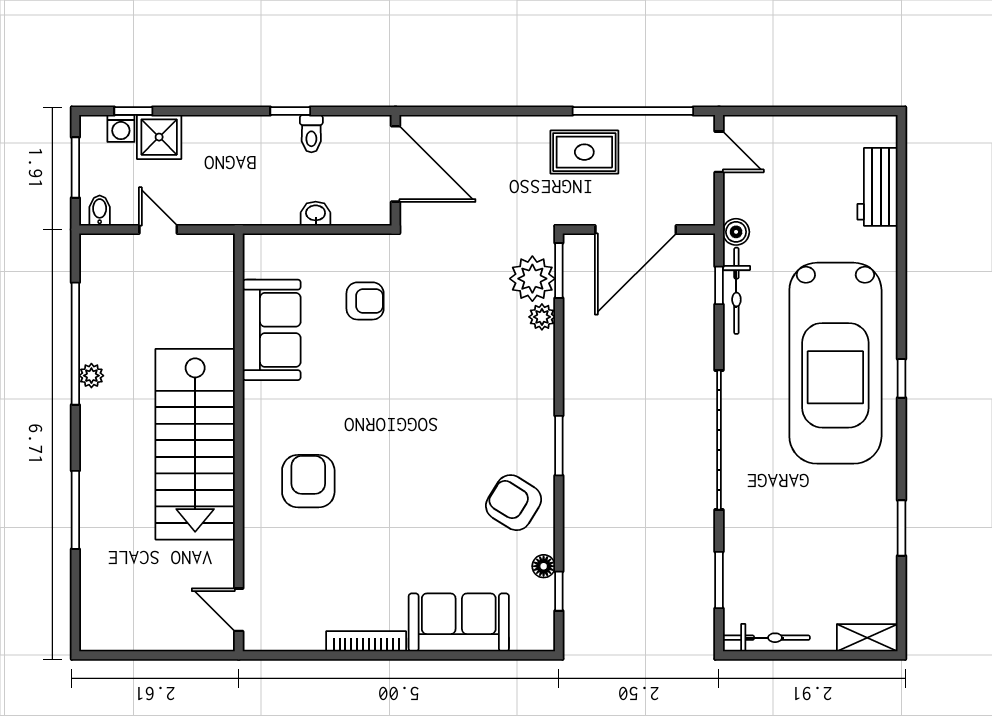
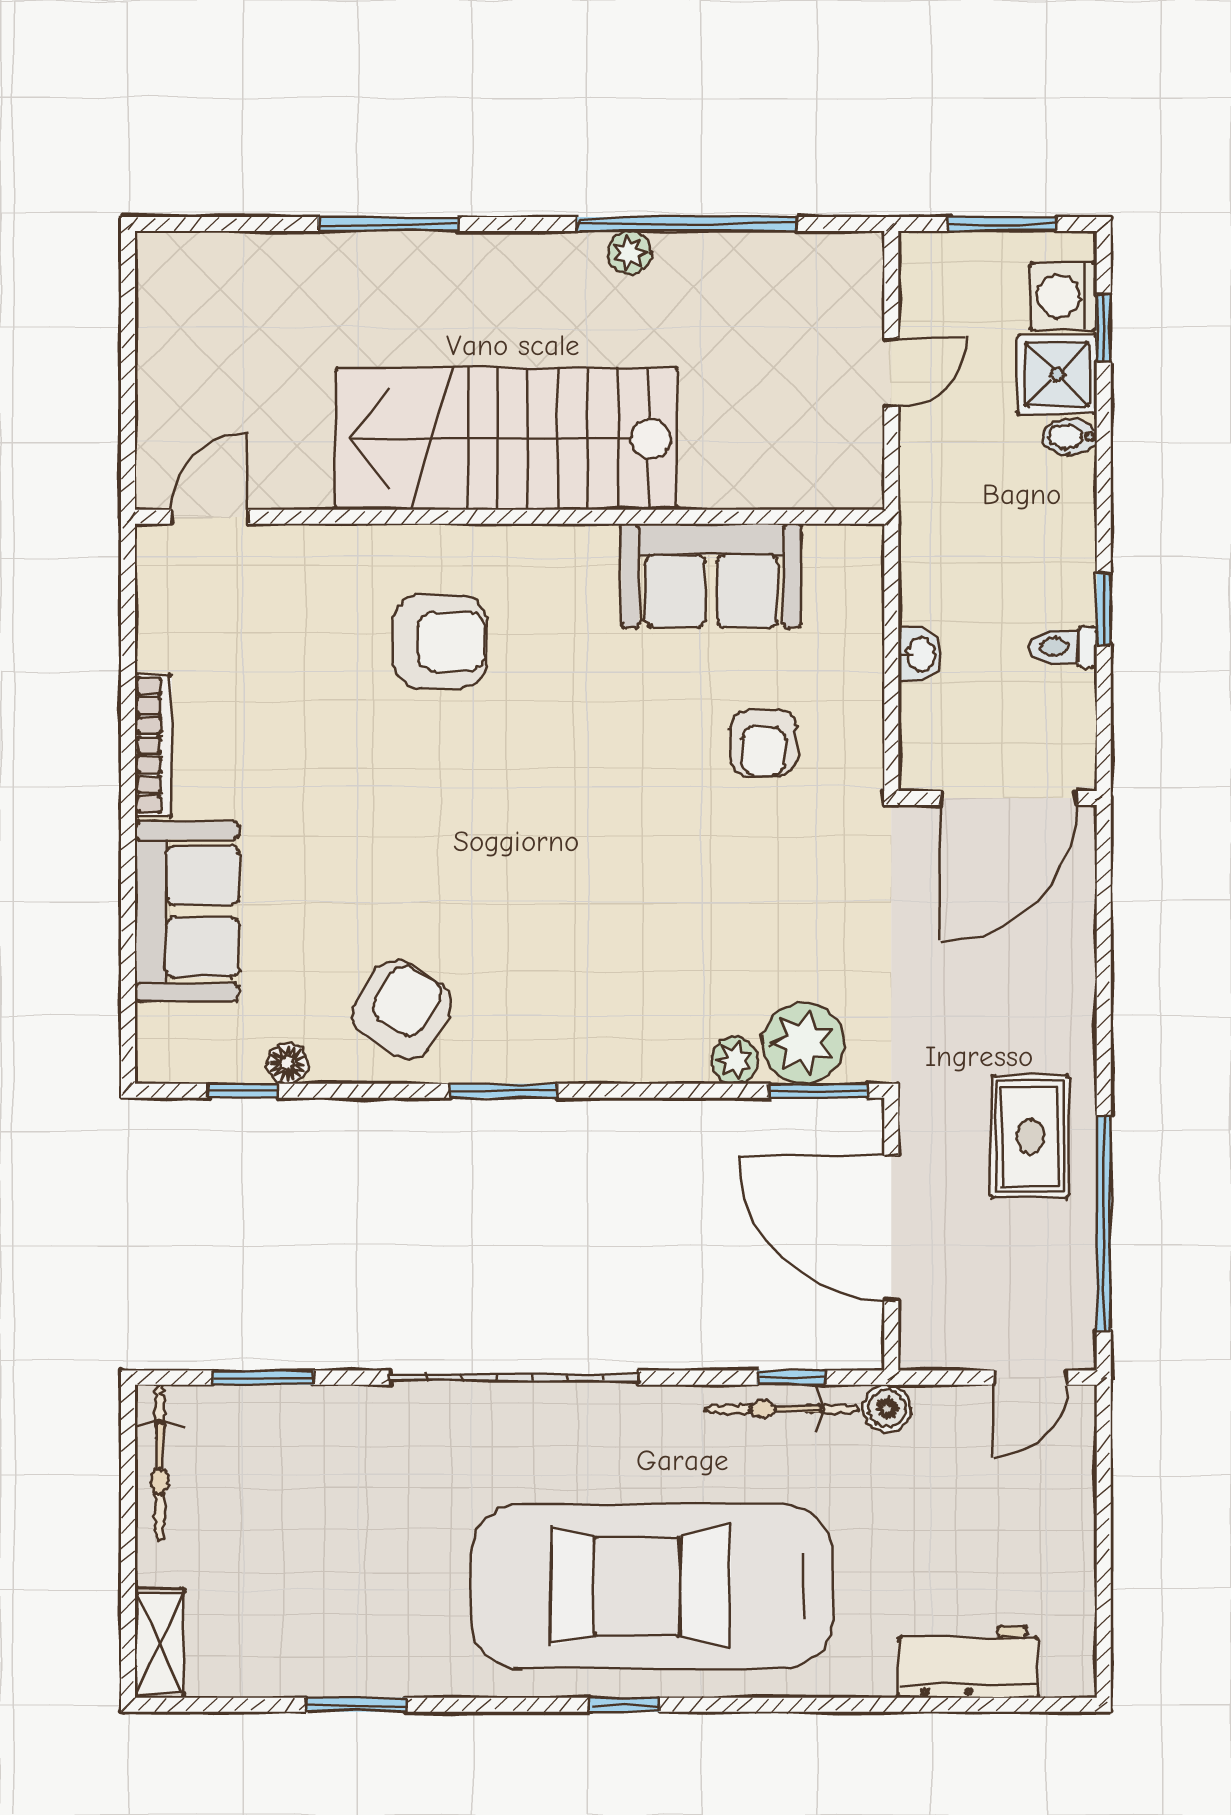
washing machine: (121, 128) -> (1063, 296), width x1.38, depth x1.38
bidet: (100, 211) -> (1070, 437), moved, turned 180

